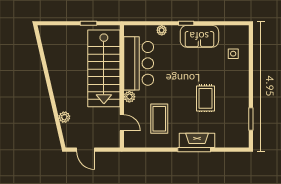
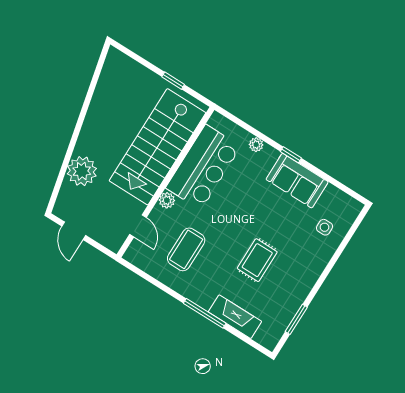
plant: (64, 117) -> (82, 171), width x1.87, depth x1.87
fireplace: (197, 140) -> (235, 317), moved

